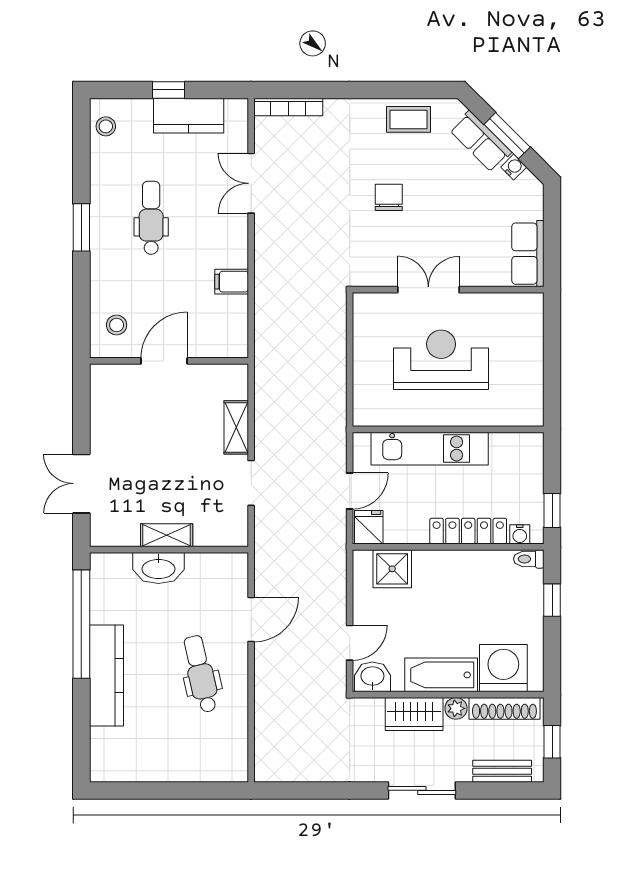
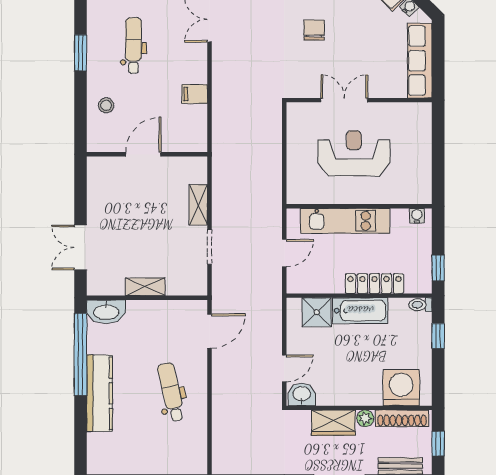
row of seats: (528, 254) -> (420, 61), width x1.48
stool: (117, 325) -> (106, 105), moved
fridge: (369, 527) -> (299, 281), removed
water cooler: (520, 534) -> (417, 216), moved, turned 180
washbasin: (158, 568) -> (106, 312), moved
door: (251, 619) -> (209, 331), moved
bathtub: (441, 675) -> (360, 311), moved, turned 180

